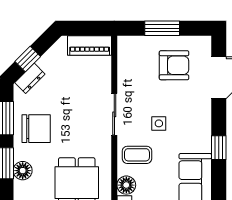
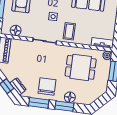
floor lamp: (126, 185) -> (16, 30), moved

